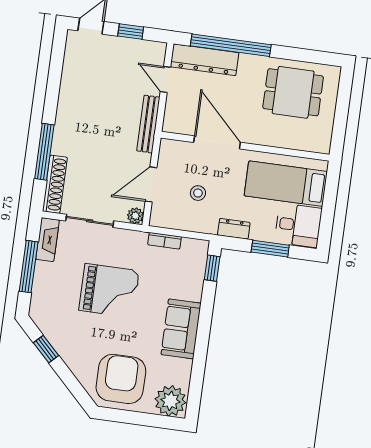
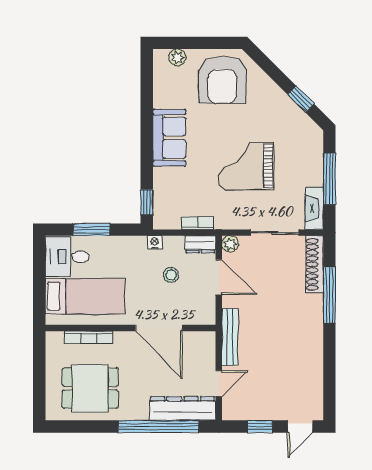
door: (165, 79) -> (219, 384), hinge flipped
bookcase: (288, 143) -> (88, 337), added
door: (151, 184) -> (219, 277), hinge flipped
nightstand: (210, 227) -> (155, 242), added
dresser: (234, 229) -> (200, 244), moved
plant: (170, 401) -> (177, 57), width x0.53, depth x0.53

